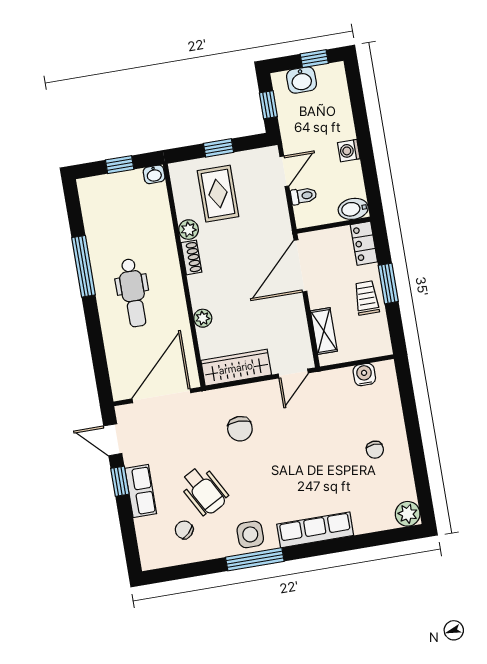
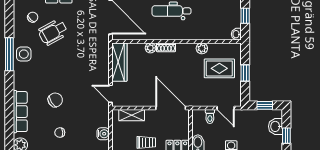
shoe rack: (191, 257) -> (166, 47), moved
chair: (240, 429) -> (55, 100), moved, turned 147
row of seats: (315, 530) -> (20, 112), moved

